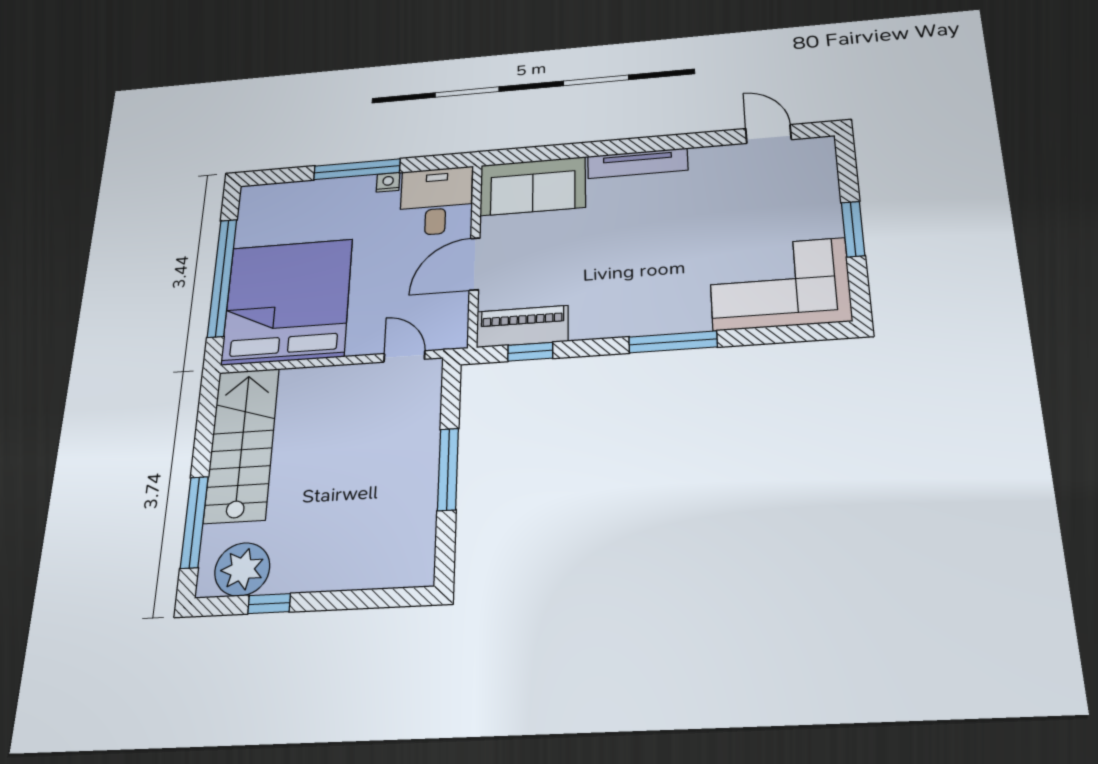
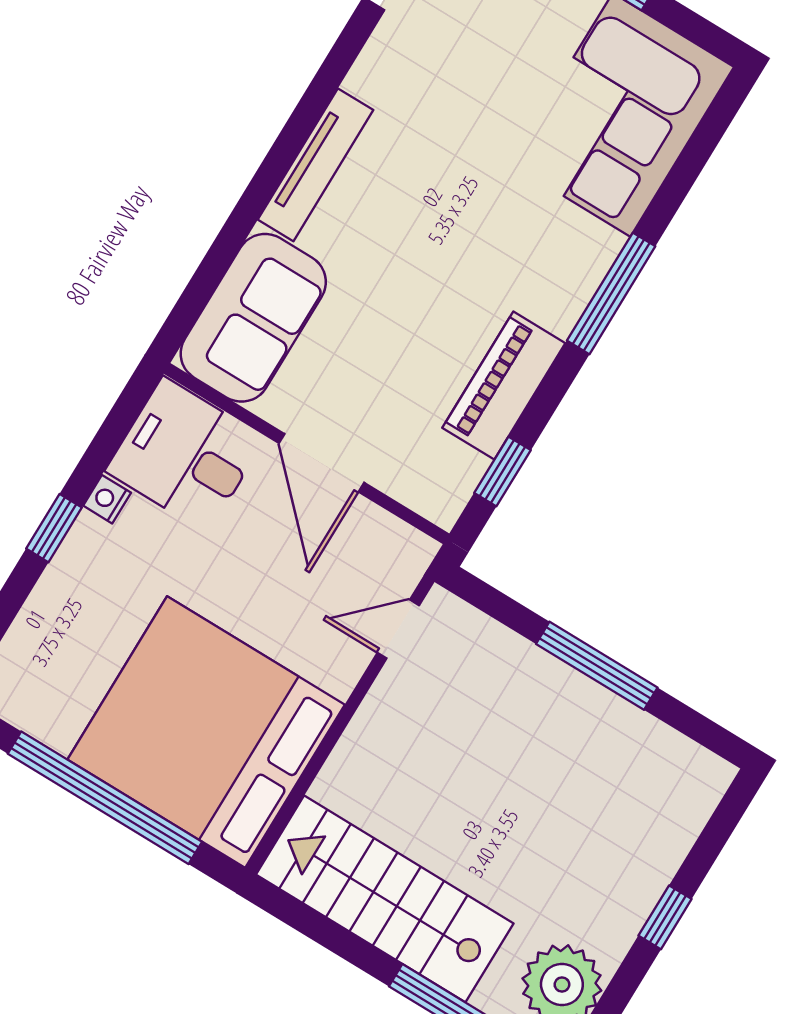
window: (357, 169) -> (54, 528), width x0.46
piano: (522, 326) -> (504, 386), moved
window: (269, 604) -> (665, 917), moved

